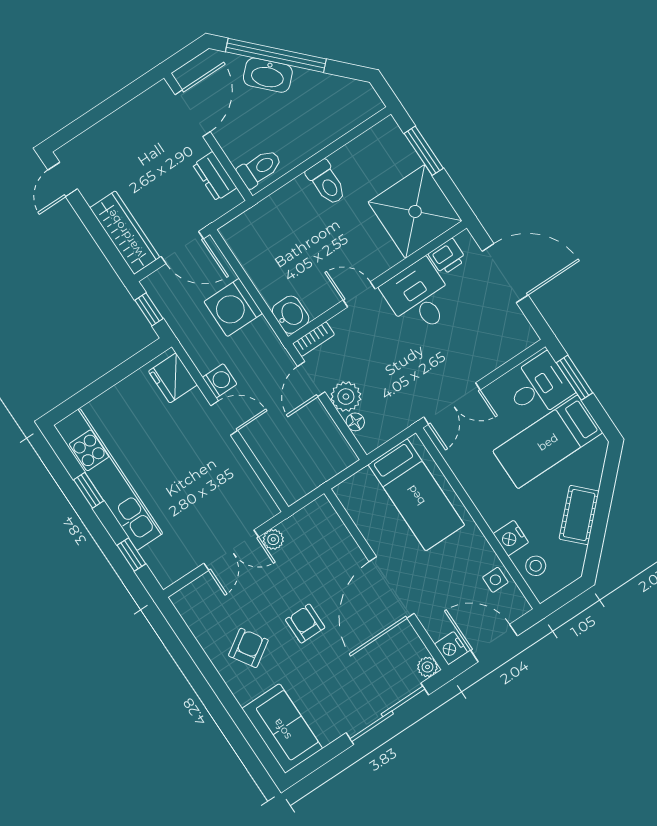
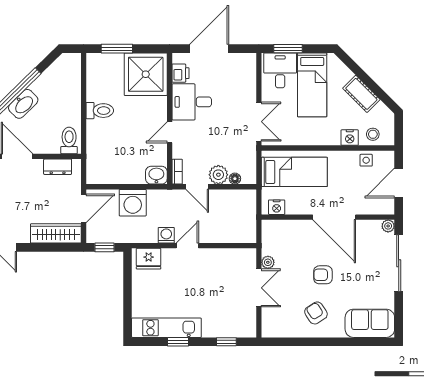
kitchen unit: (108, 479) -> (166, 328), width x0.73
nightstand: (451, 648) -> (277, 207), moved

